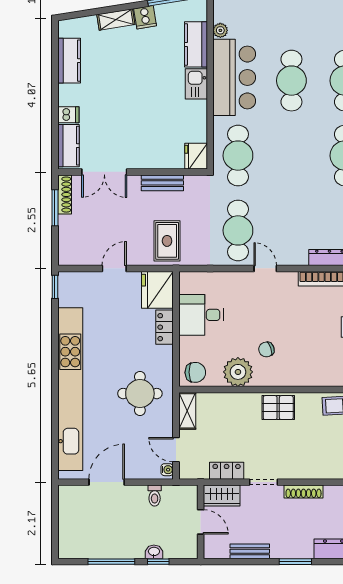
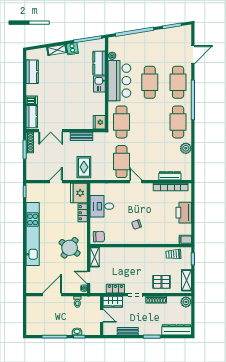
plant: (238, 372) -> (121, 236), removed
kitchen unit: (70, 389) -> (33, 234), width x0.73
round table: (140, 394) -> (70, 248), turned 36
pallet: (278, 408) -> (161, 282), moved

